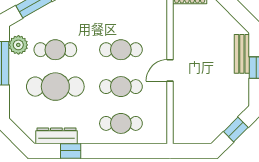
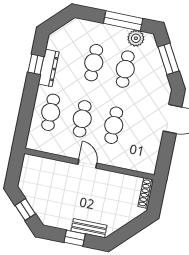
cafe table: (55, 87) -> (94, 63), width x0.73, depth x0.74
dresser: (56, 136) -> (49, 68), moved

